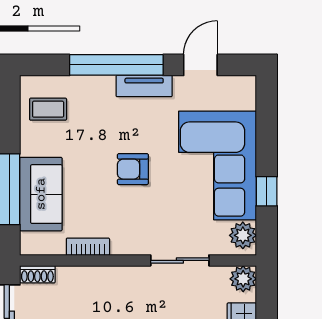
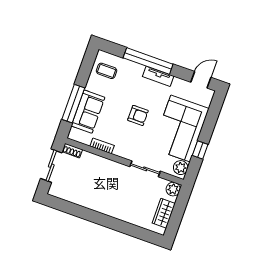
door: (200, 65) -> (201, 80), moved
armchair: (133, 169) -> (138, 115), turned 180

